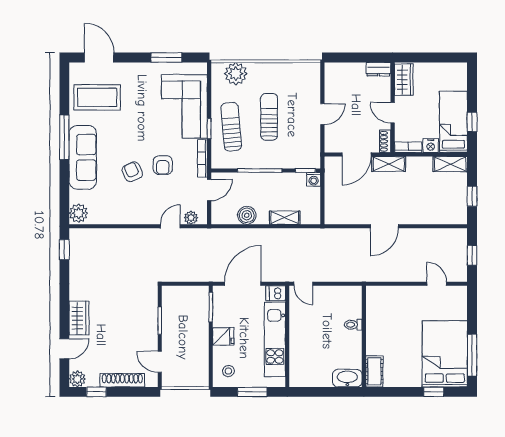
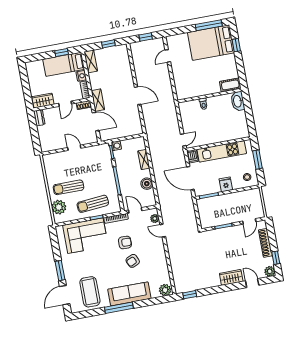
window: (166, 58) -> (60, 271), moved
sun lounger: (269, 117) -> (68, 187), moved

